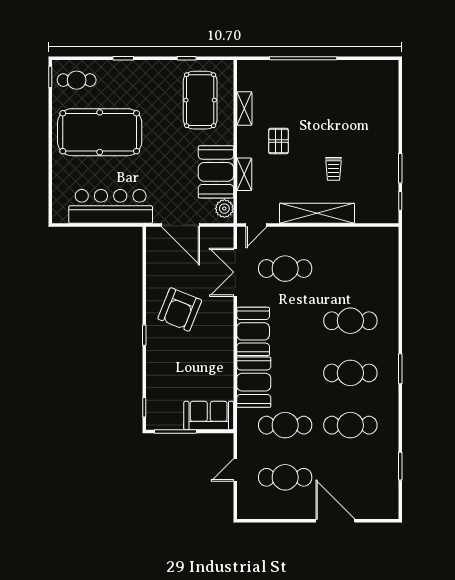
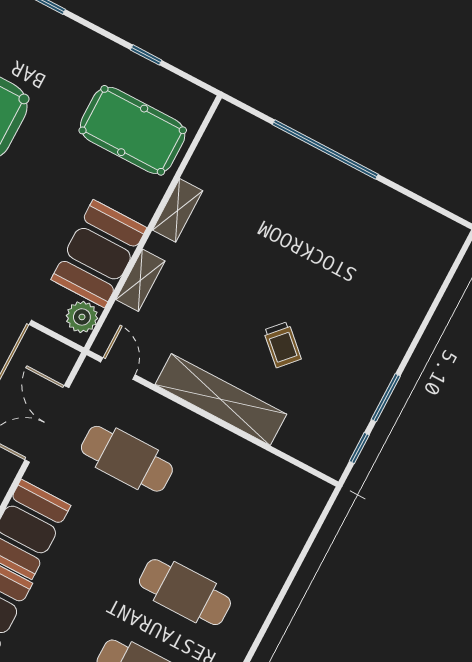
pool table: (200, 100) -> (133, 130), turned 90
shelving: (244, 108) -> (178, 210), moved
pallet: (279, 141) -> (220, 257), removed
trolley: (334, 169) -> (282, 345), turned -47
door: (256, 225) -> (118, 368), swing flipped

